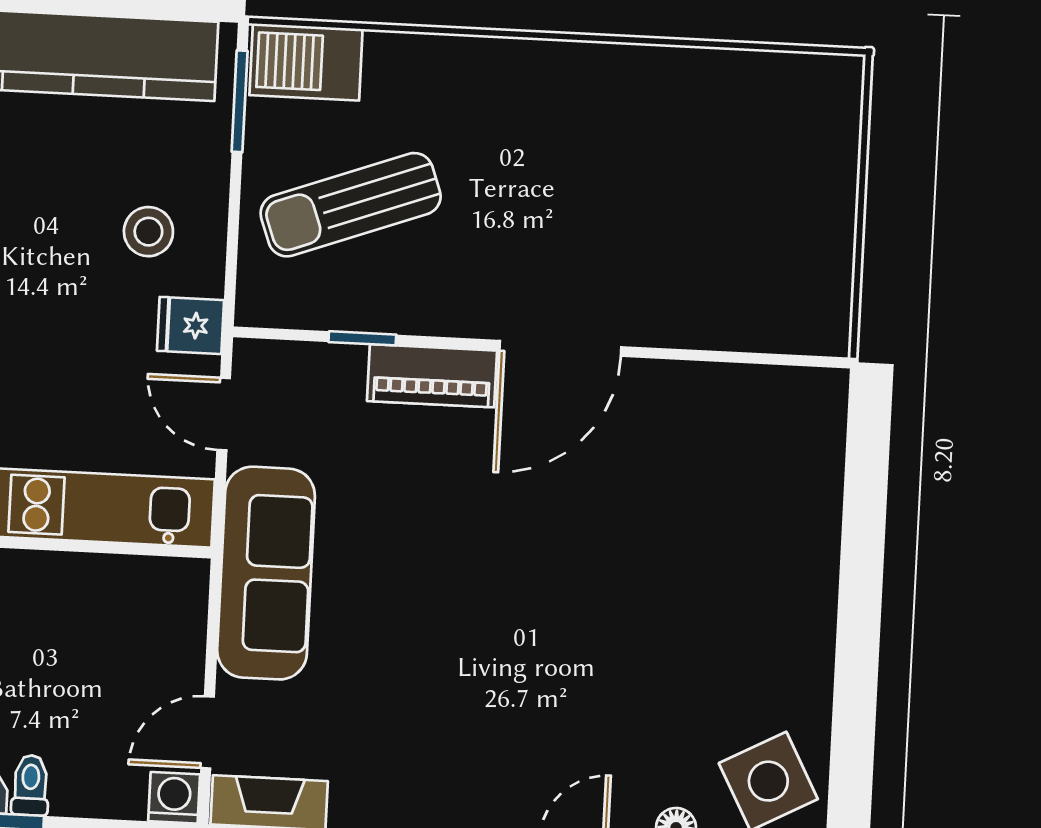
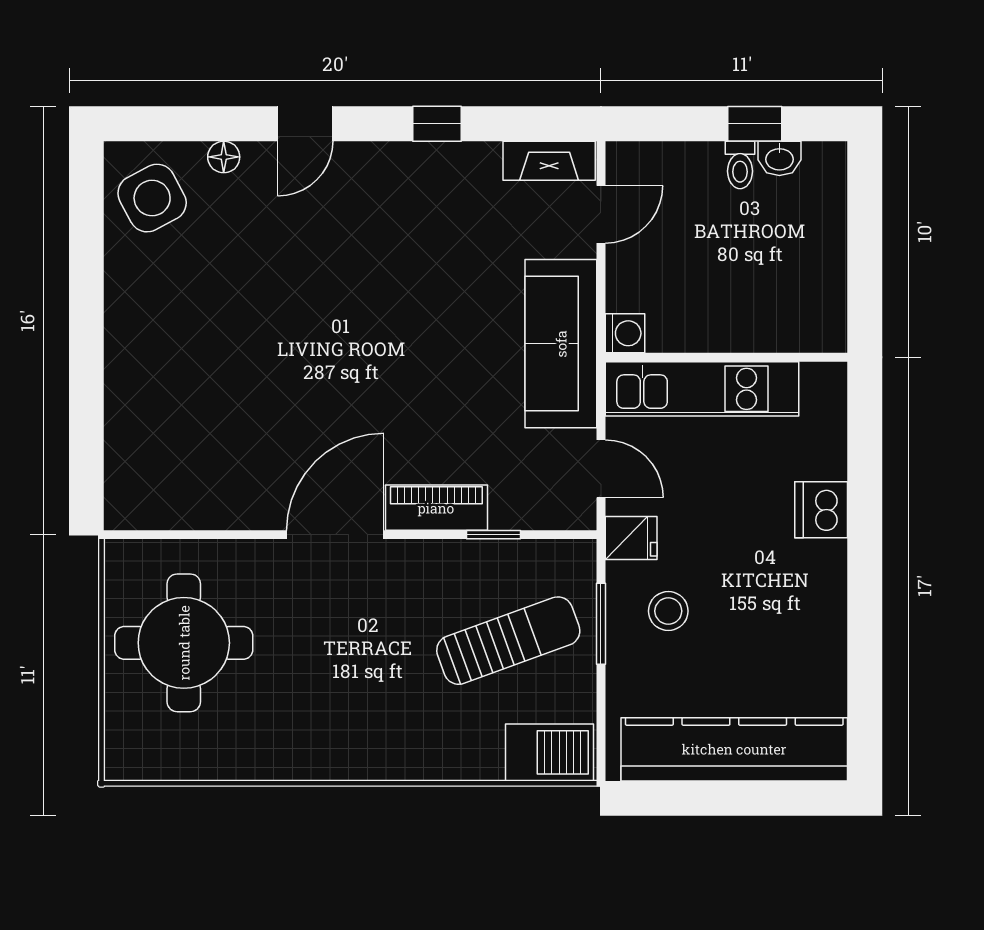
window: (240, 101) -> (601, 624), moved
round table: (757, 222) -> (184, 643), added
washing machine: (174, 798) -> (625, 333), moved, turned -90

